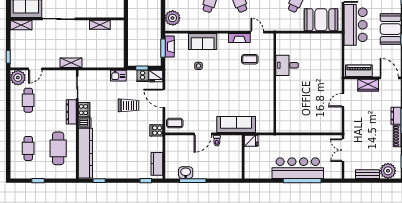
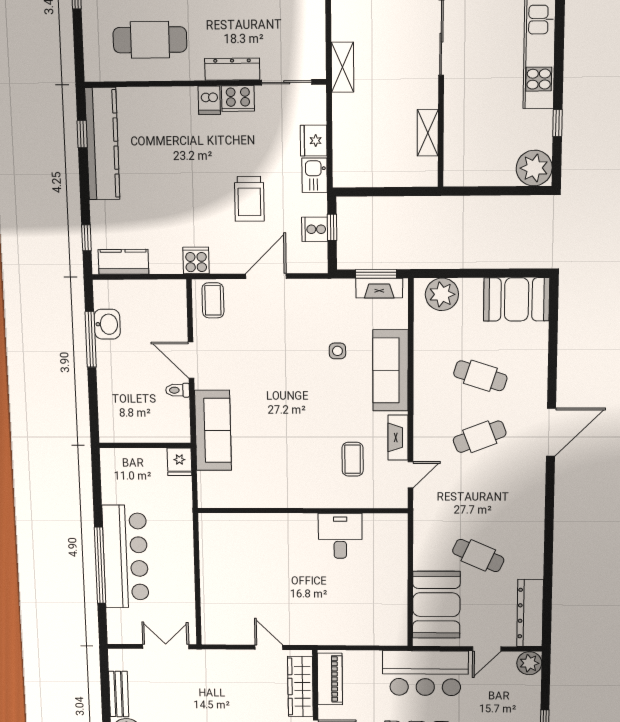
sofa: (203, 41) -> (390, 370), width x1.36
fridge: (156, 76) -> (314, 141), moved
wardrobe: (368, 85) -> (300, 687), width x1.50
kitchen counter: (85, 153) -> (102, 144), moved, turned -90

